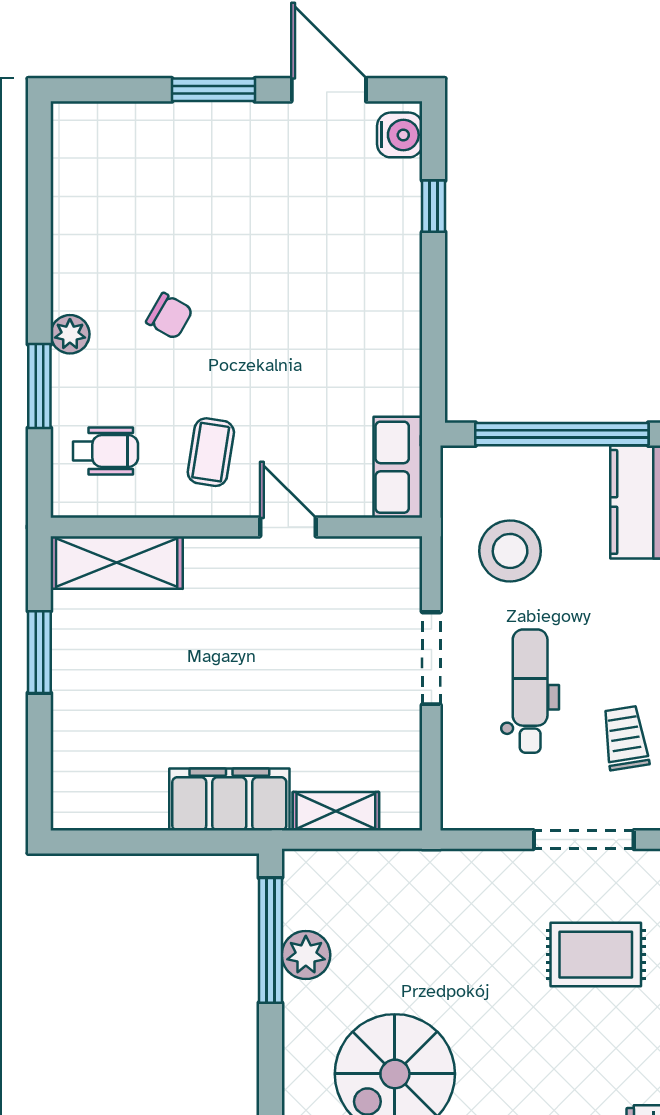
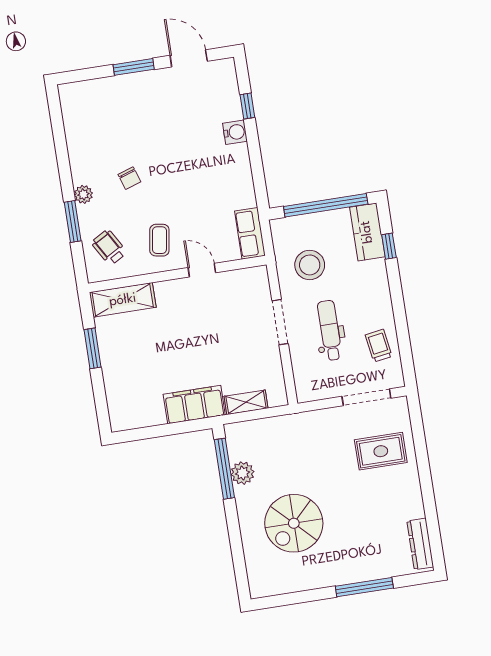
water cooler: (400, 135) -> (235, 132), moved
chair: (169, 316) -> (129, 178), turned 42
wheelchair: (105, 451) -> (109, 247), turned -120

